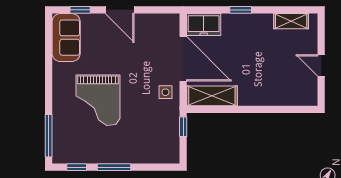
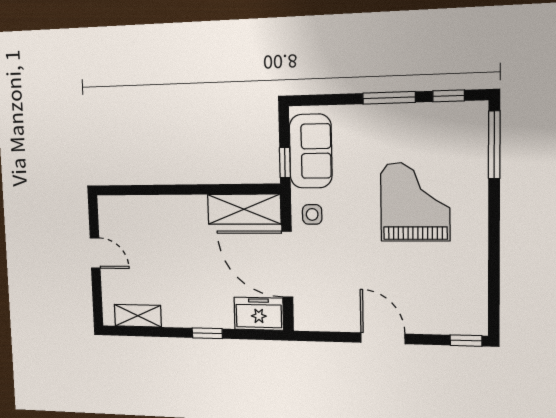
window: (80, 10) -> (466, 341), moved
sofa: (66, 38) -> (311, 151), moved, turned 180

